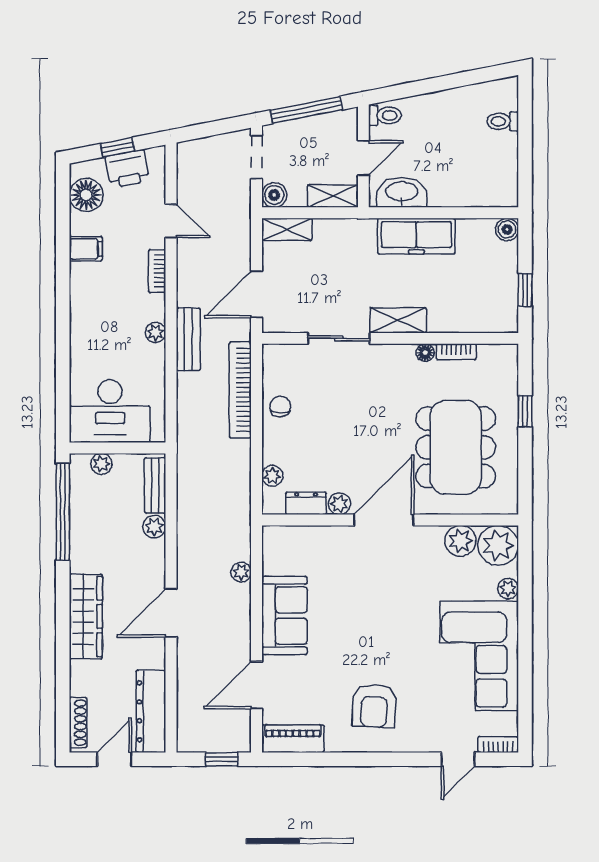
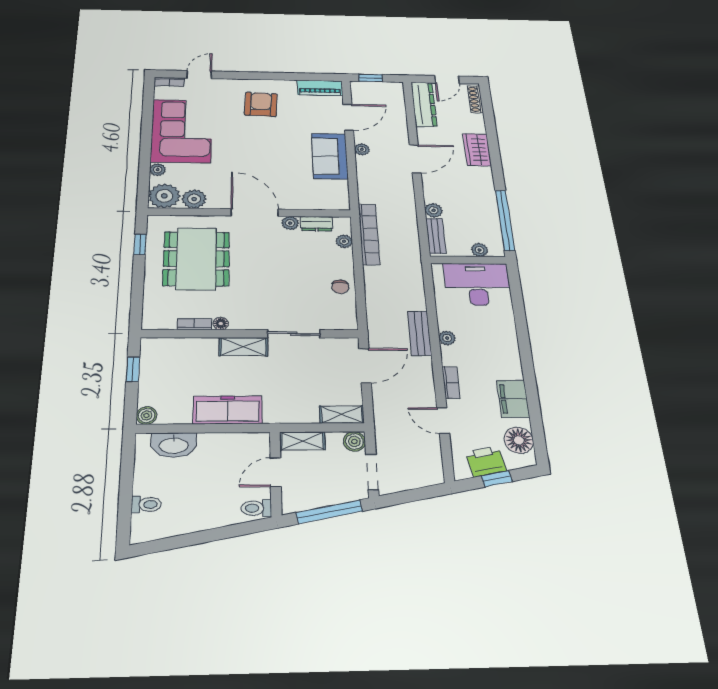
washbasin: (402, 192) -> (174, 445), moved
filing cabinet: (86, 249) -> (513, 399), width x2.00
bookcase: (240, 390) -> (369, 234), moved
window: (525, 411) -> (140, 244), moved
door: (384, 520) -> (255, 213), swing flipped
plant: (241, 572) -> (362, 149), moved
wardrobe: (86, 616) -> (477, 150), width x0.67

